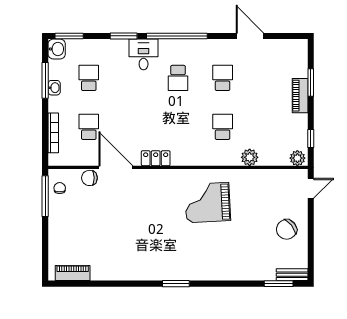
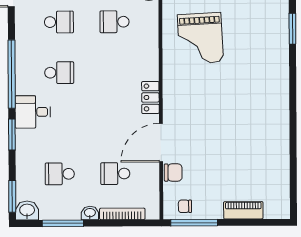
school desk: (223, 78) -> (59, 22), turned 180
washbasin: (54, 88) -> (90, 213), moved
chair: (89, 178) -> (173, 173), turned -90
piano: (73, 273) -> (243, 210), moved, turned 90
window: (176, 284) -> (292, 29), moved

